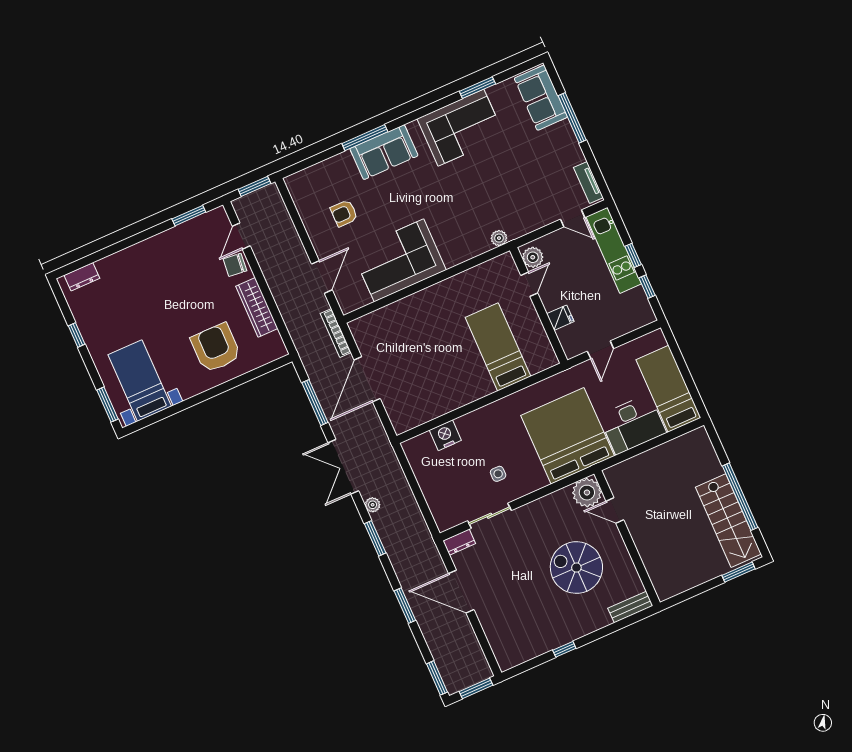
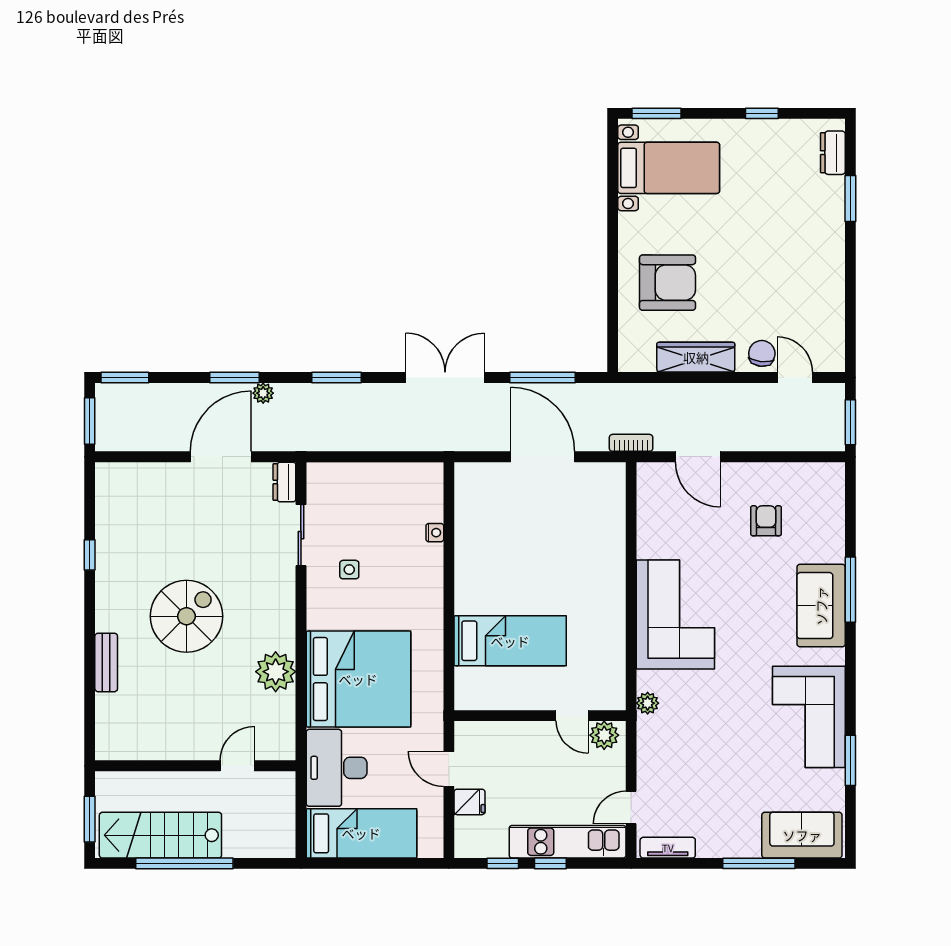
window: (189, 216) -> (850, 198), moved
corner sofa: (399, 260) -> (675, 615), moved
fridge: (560, 318) -> (470, 802), moved, turned -90
bookcase: (336, 333) -> (631, 443), width x0.64
nightstand: (445, 435) -> (435, 533), width x0.53, depth x0.56
plant: (373, 505) -> (263, 393), moved
door: (615, 510) -> (237, 766), moved
wall: (627, 538) -> (195, 766), moved

